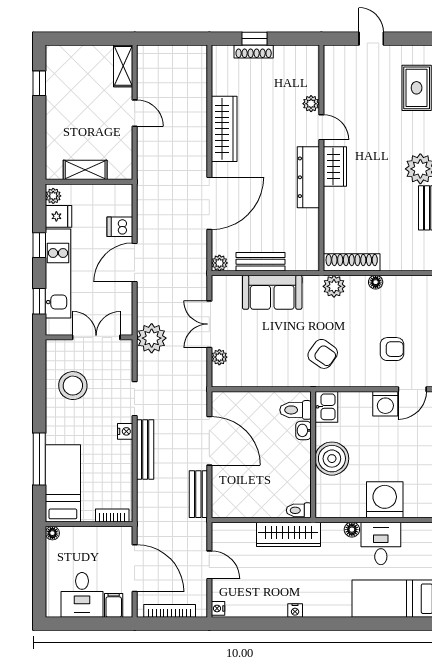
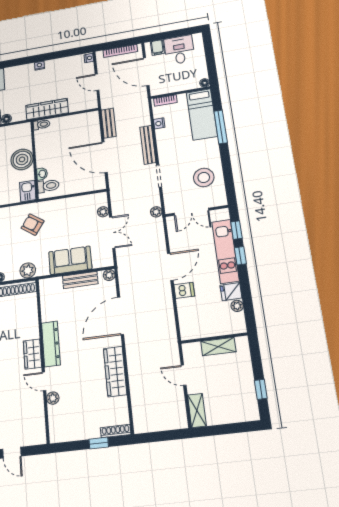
shoe rack: (254, 51) -> (116, 431), moved
shelving: (85, 170) -> (218, 346), moved
wall: (89, 182) -> (214, 338), moved
window: (39, 245) -> (240, 256), moved
plant: (152, 338) -> (156, 212), width x0.53, depth x0.53
nightstand: (125, 431) -> (159, 123), moved

